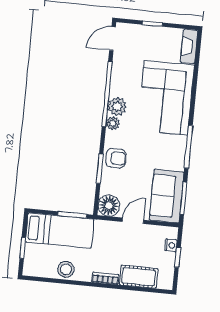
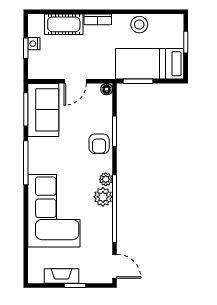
door: (112, 39) -> (115, 266), hinge flipped
fireplace: (189, 47) -> (62, 276), moved, turned -90
armchair: (116, 158) -> (99, 144), turned -90
floor lamp: (109, 206) -> (107, 89), width x0.53, depth x0.53
nightstand: (171, 245) -> (34, 44), moved

